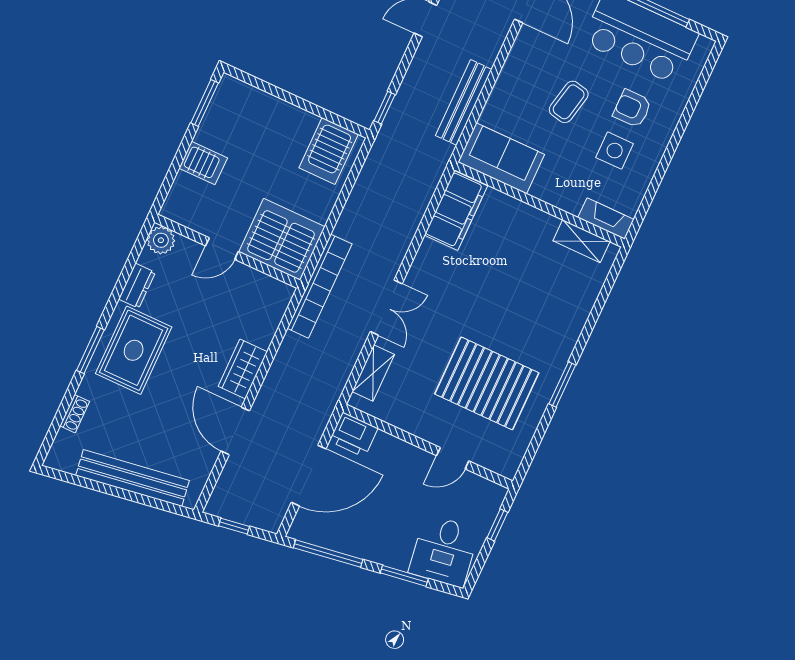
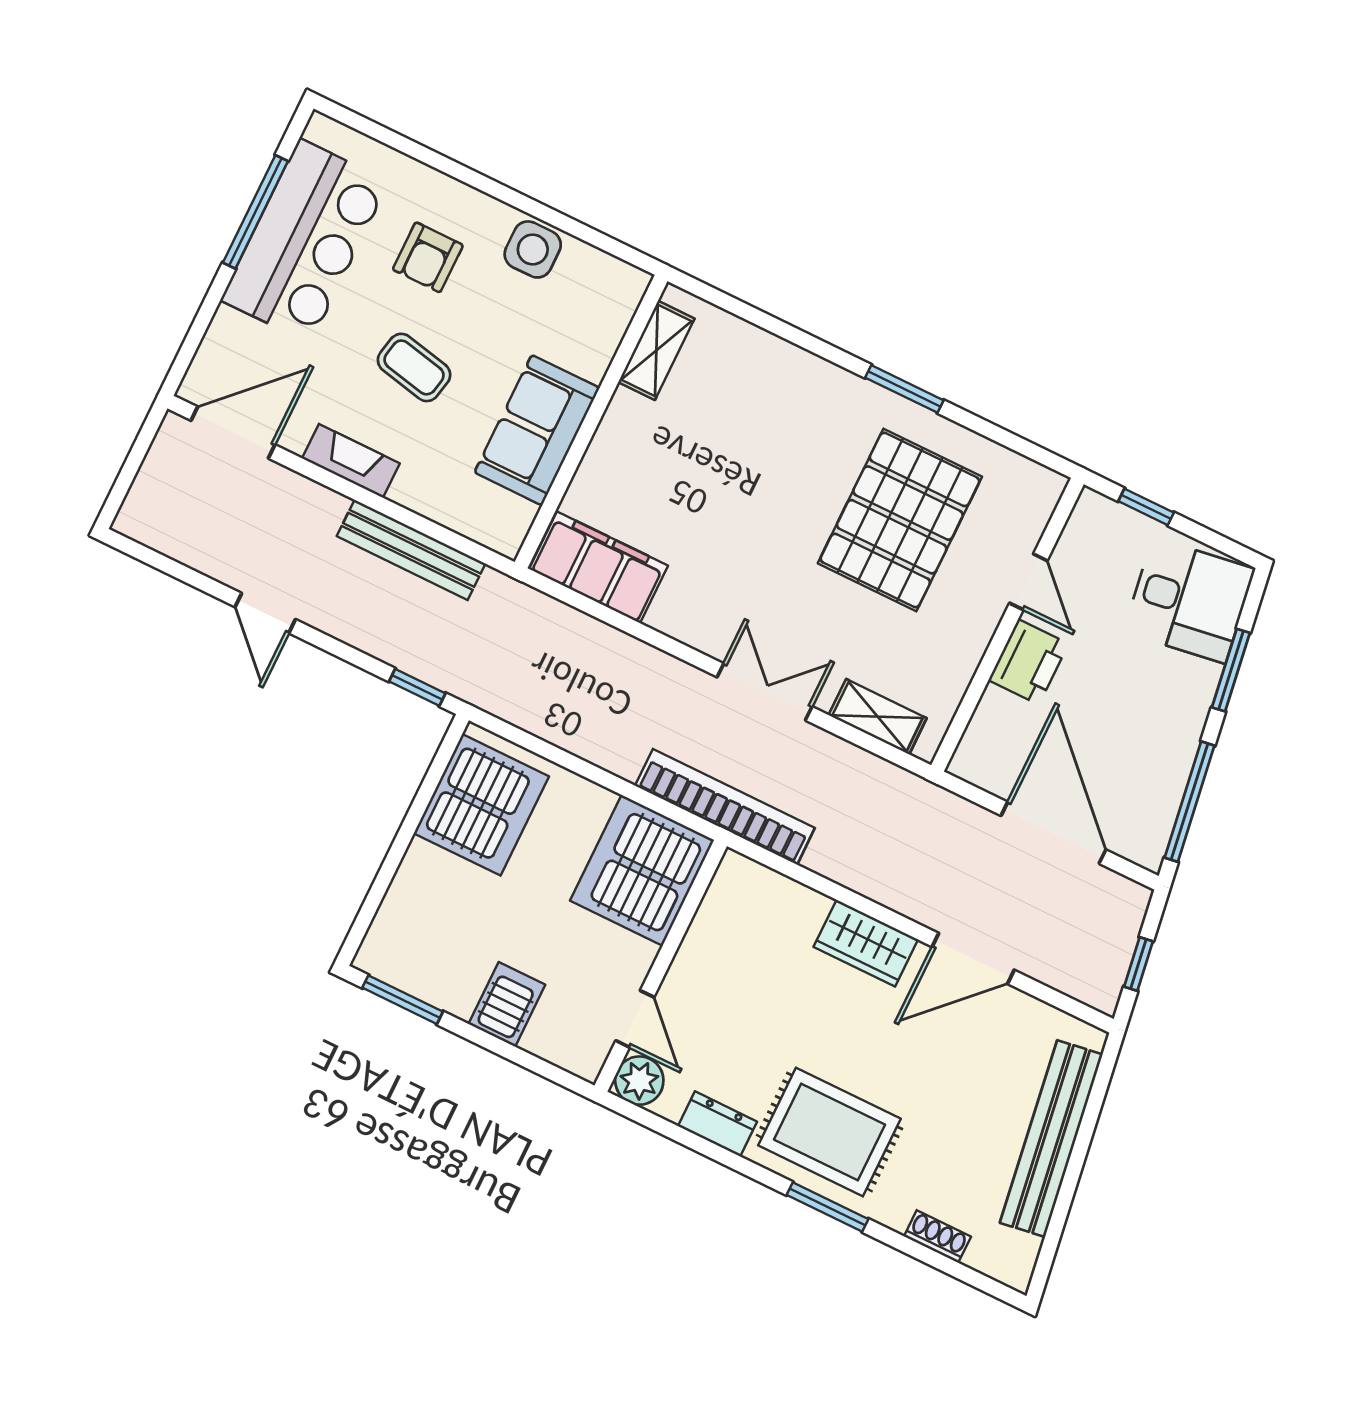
server rack: (329, 151) -> (481, 805), width x1.60
side table: (615, 151) -> (533, 249), moved
sofa: (501, 158) -> (537, 430), moved
fireplace: (606, 219) -> (351, 461), moved, turned 90
door: (222, 249) -> (635, 1019), moved
printer: (354, 435) -> (1028, 662), moved

